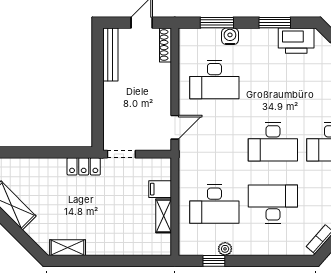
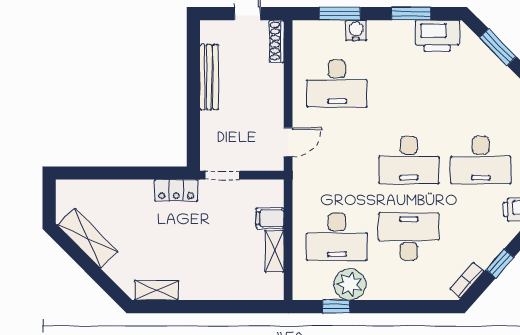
bench: (110, 54) -> (209, 77), moved
plant: (225, 249) -> (350, 284), width x1.88, depth x1.88

